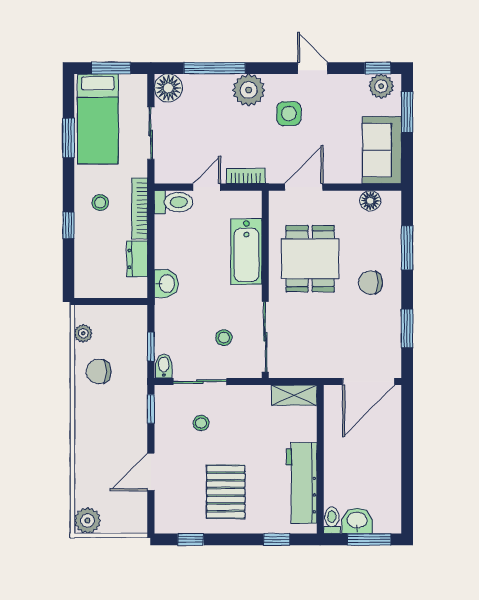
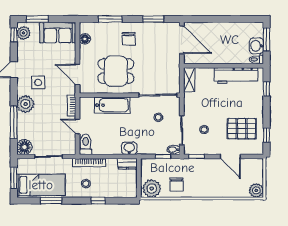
dresser: (137, 259) -> (127, 164), moved
plant: (83, 333) -> (152, 188), width x1.87, depth x1.87
pallet: (226, 492) -> (242, 129), moved

